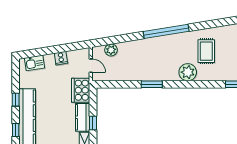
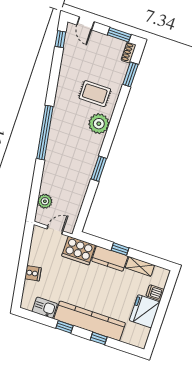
rug: (206, 51) -> (95, 94), moved
cooker: (61, 58) -> (33, 273), moved
kitchen sink: (34, 63) -> (45, 308), moved, turned -81

